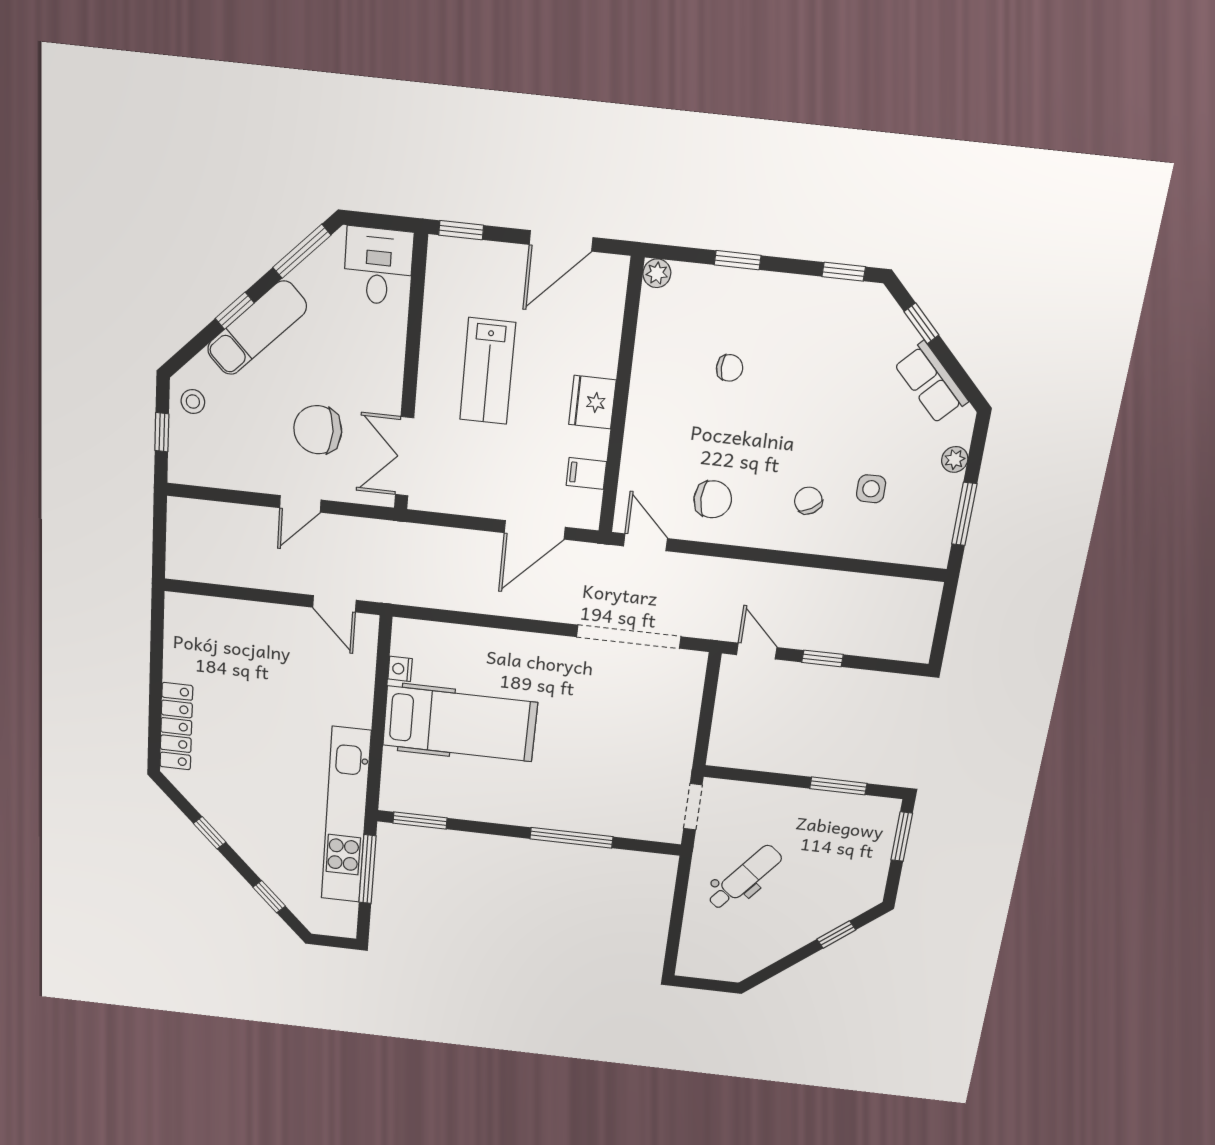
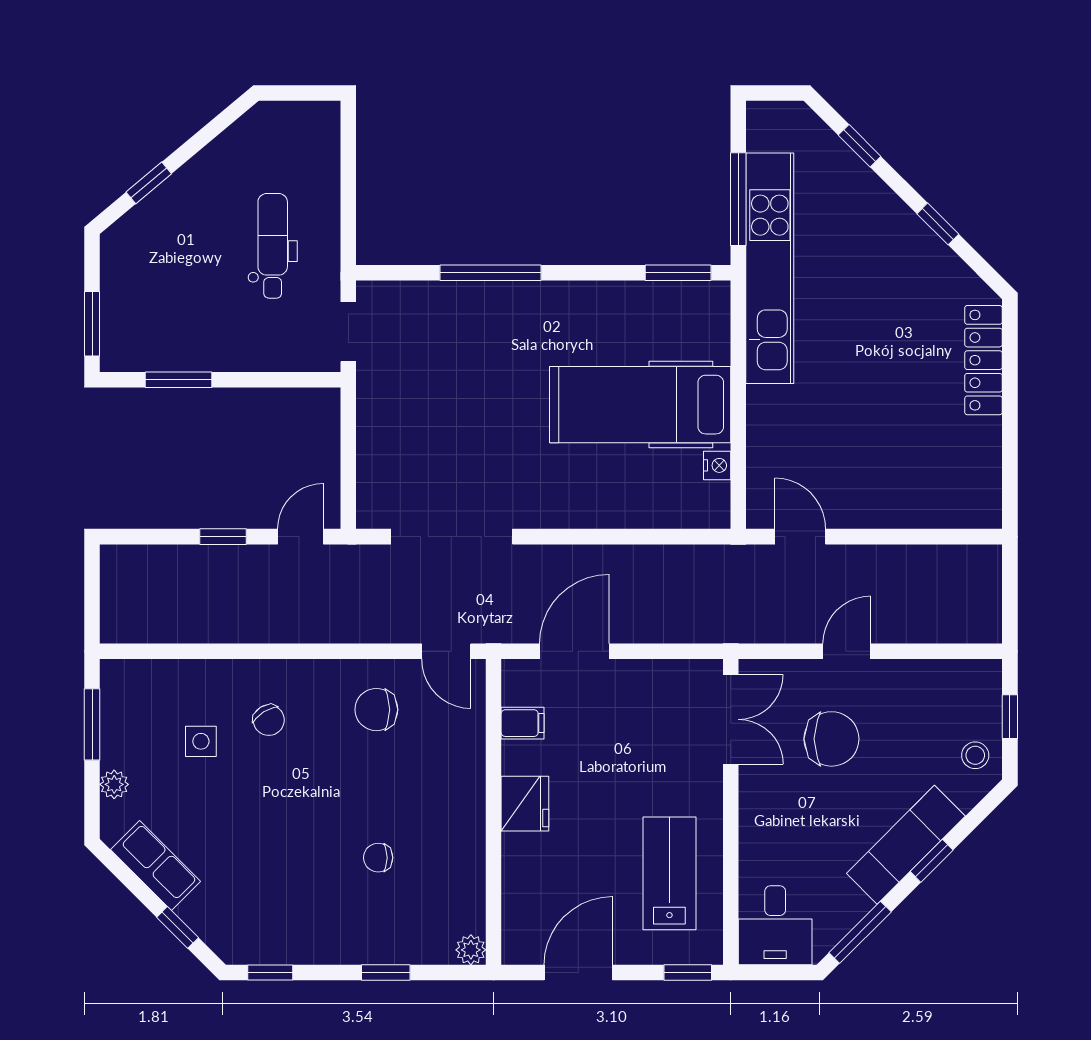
lab bench: (488, 371) -> (669, 873), moved
door: (757, 651) -> (301, 537), swing flipped
dental chair: (745, 878) -> (273, 246), turned 141

